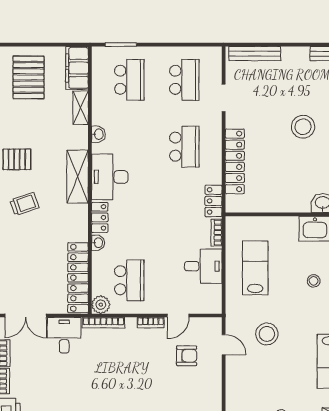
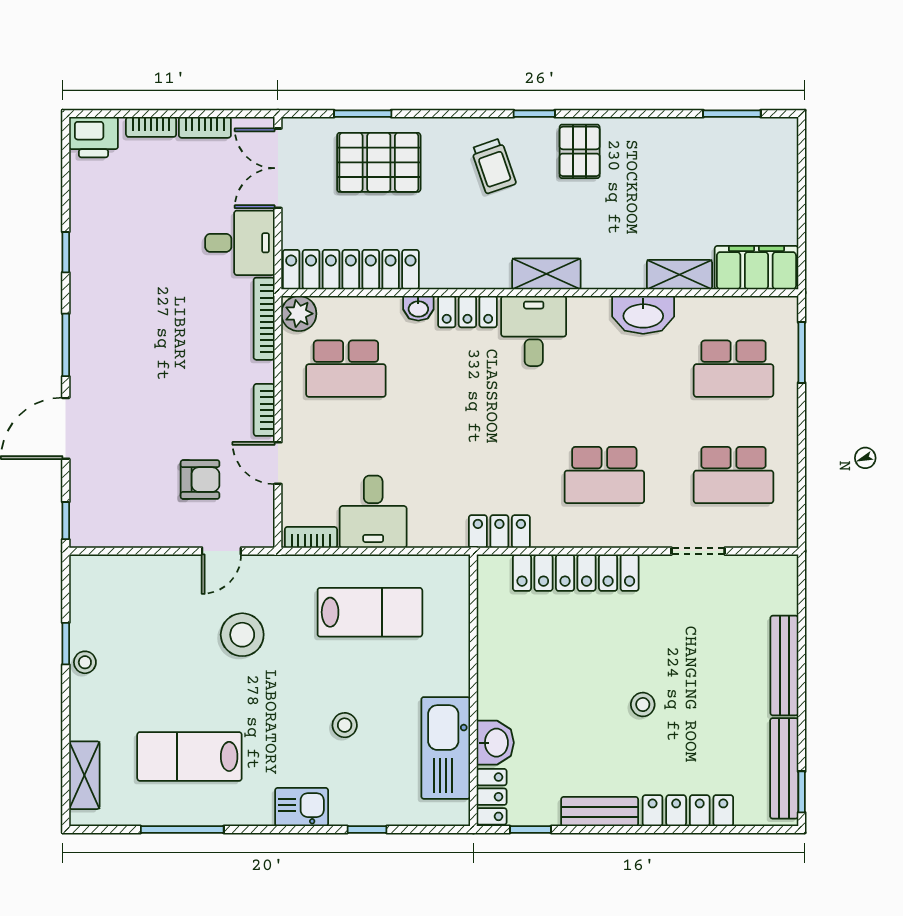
bench: (255, 54) -> (784, 666), moved
pallet: (29, 77) -> (379, 162), moved
stool: (303, 127) -> (643, 705), width x0.53, depth x0.53
washbasin: (98, 134) -> (643, 315), width x1.91, depth x1.45
shelving: (78, 177) -> (546, 274), width x0.67, depth x0.75
desk: (110, 177) -> (534, 331), width x0.73
bookcase: (217, 232) -> (311, 537), moved
armchair: (187, 356) -> (200, 480), turned -90

